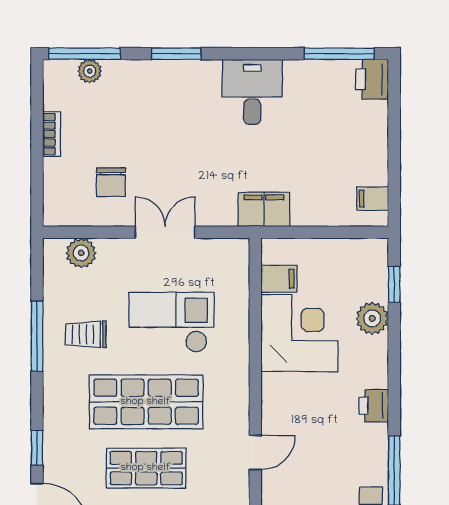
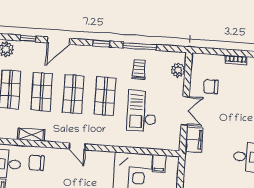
filing cabinet: (264, 209) -> (194, 139), moved
checkout: (172, 322) -> (142, 111), turned 180
shop shelf: (146, 402) -> (105, 96), width x0.70, depth x0.74
window: (37, 448) -> (101, 44), moved

